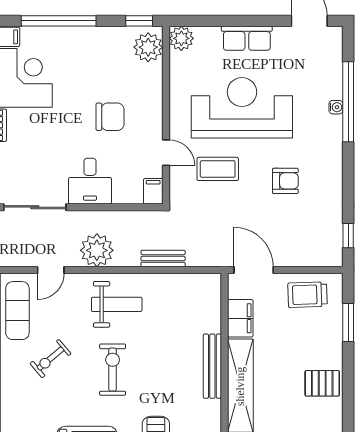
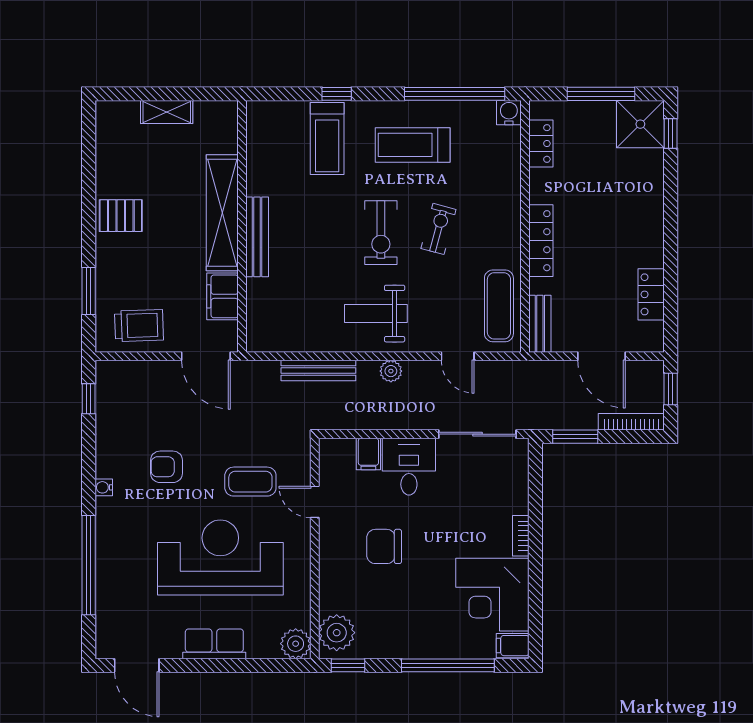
water cooler: (336, 107) -> (104, 487), moved
reception desk: (242, 108) -> (220, 557), turned 180
filing cabinet: (153, 191) -> (368, 454), moved
plant: (97, 250) -> (391, 371), width x0.53, depth x0.53
bench: (163, 258) -> (318, 371), width x1.36
door: (51, 270) -> (458, 356), swing flipped
exercise bike: (51, 359) -> (438, 229), moved, turned -35

